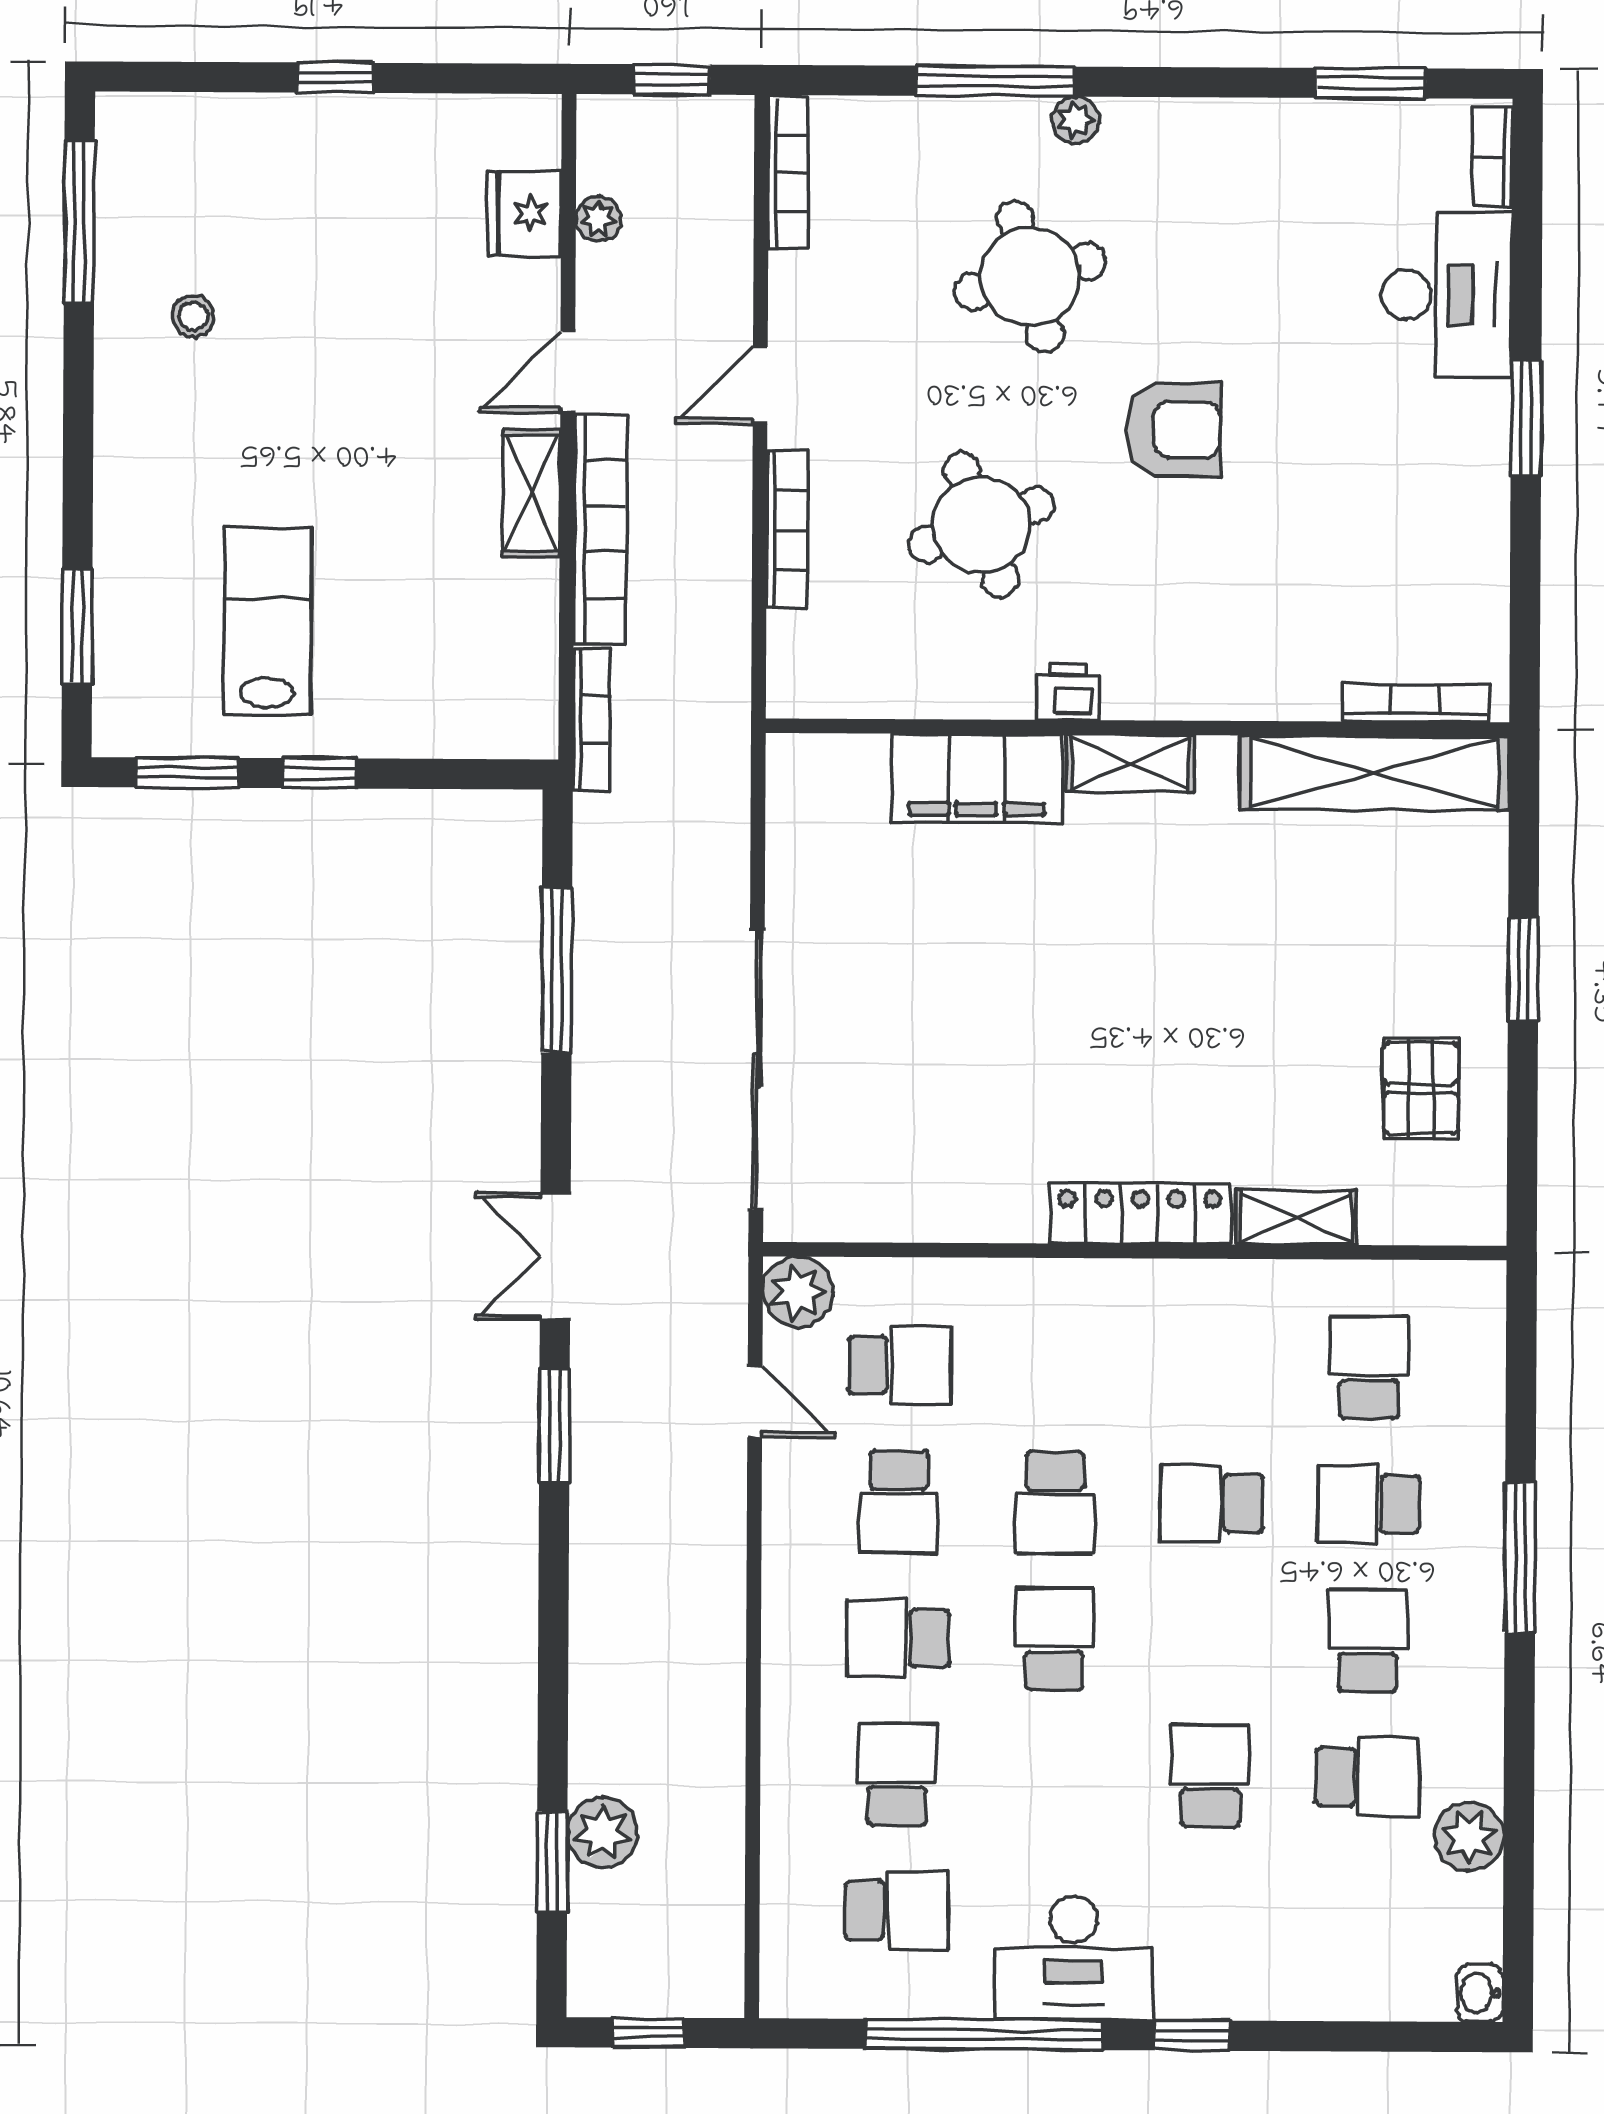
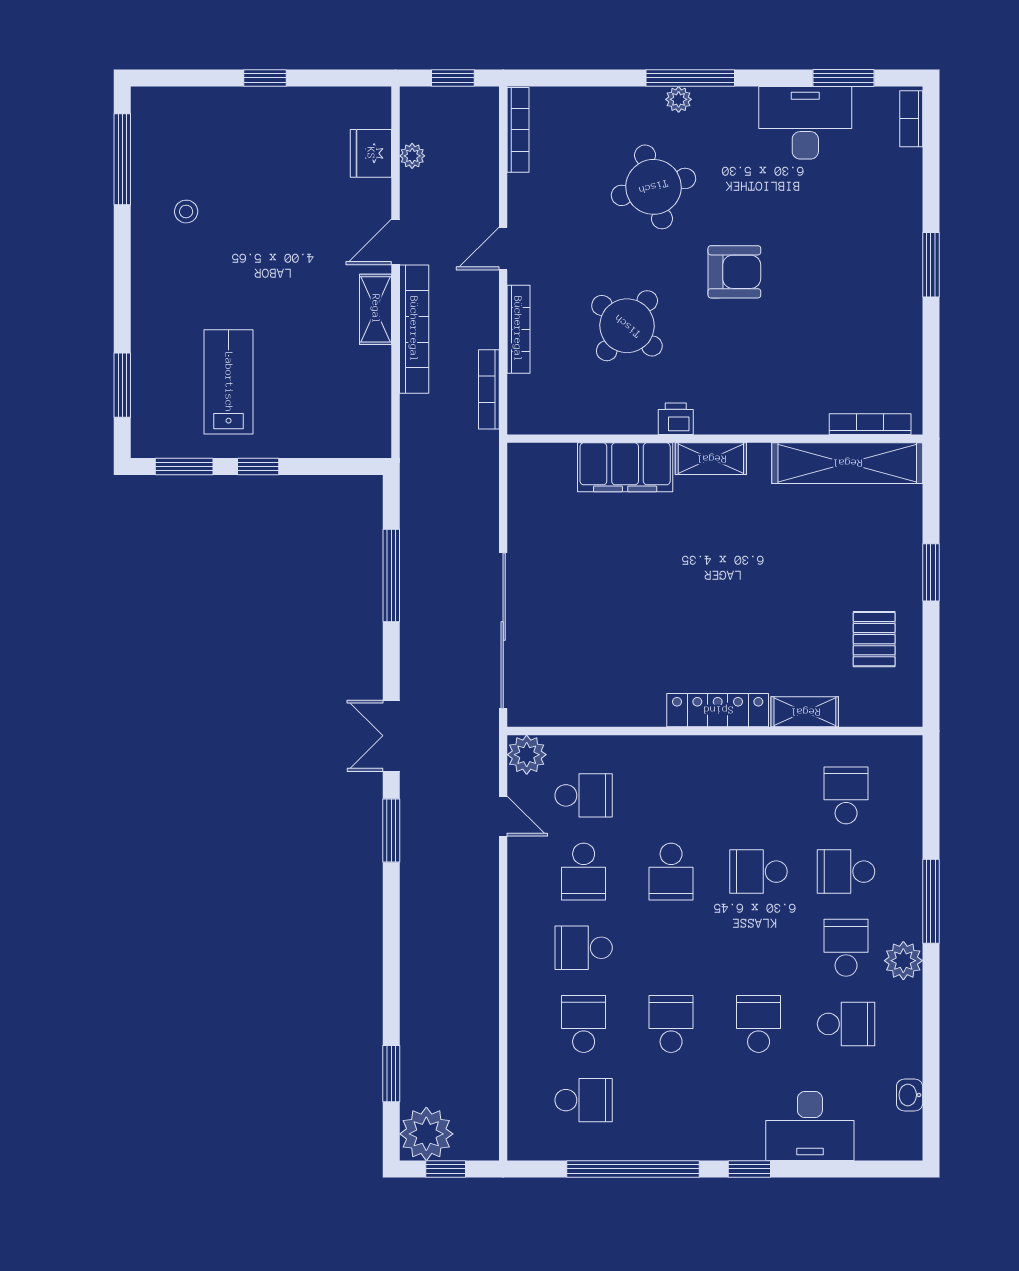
window: (995, 81) -> (690, 78), moved
desk: (1447, 295) -> (805, 123), moved, turned -90
round table: (981, 525) -> (627, 326), turned -31
bookcase: (591, 720) -> (489, 389), moved, turned 180
school desk: (1054, 1639) -> (671, 1024), moved
plant: (602, 1832) -> (426, 1134), moved, width x1.36, depth x1.36
plant: (1469, 1837) -> (903, 961), moved
desk: (1074, 1958) -> (810, 1126), moved
washbasin: (1480, 1993) -> (910, 1095), moved

